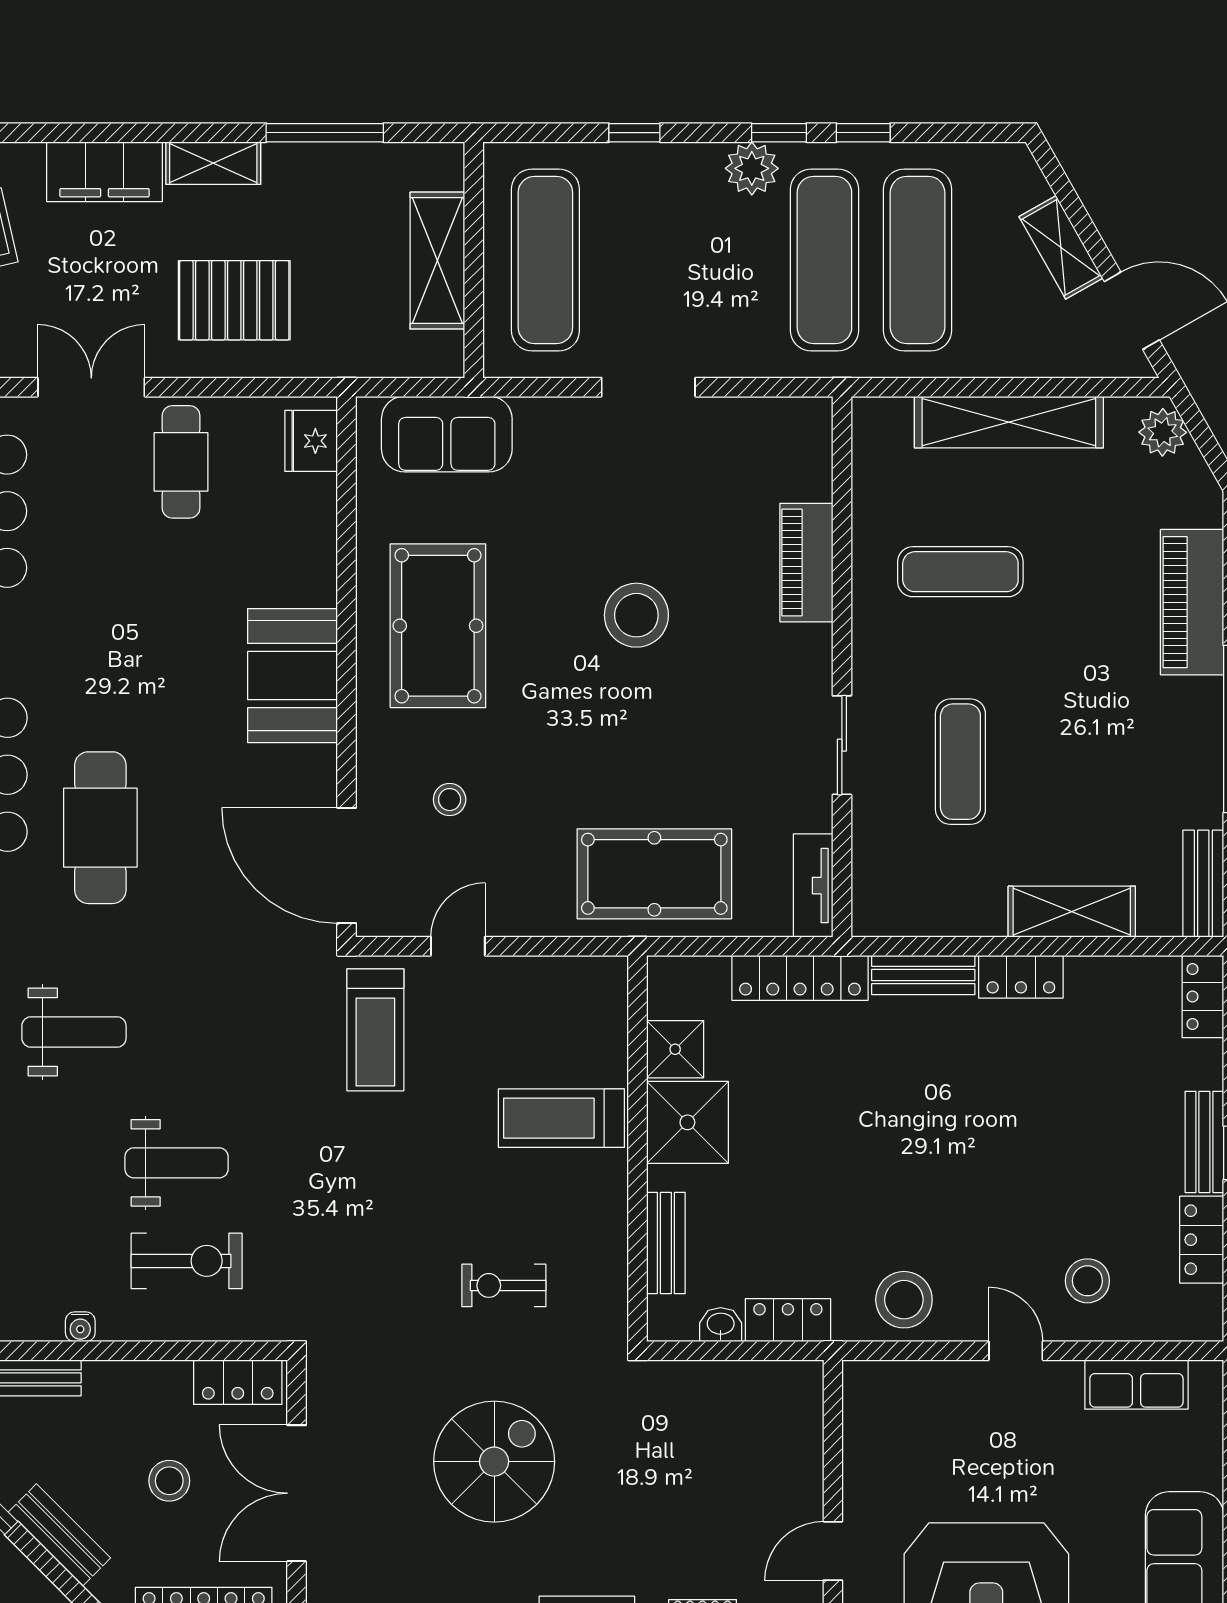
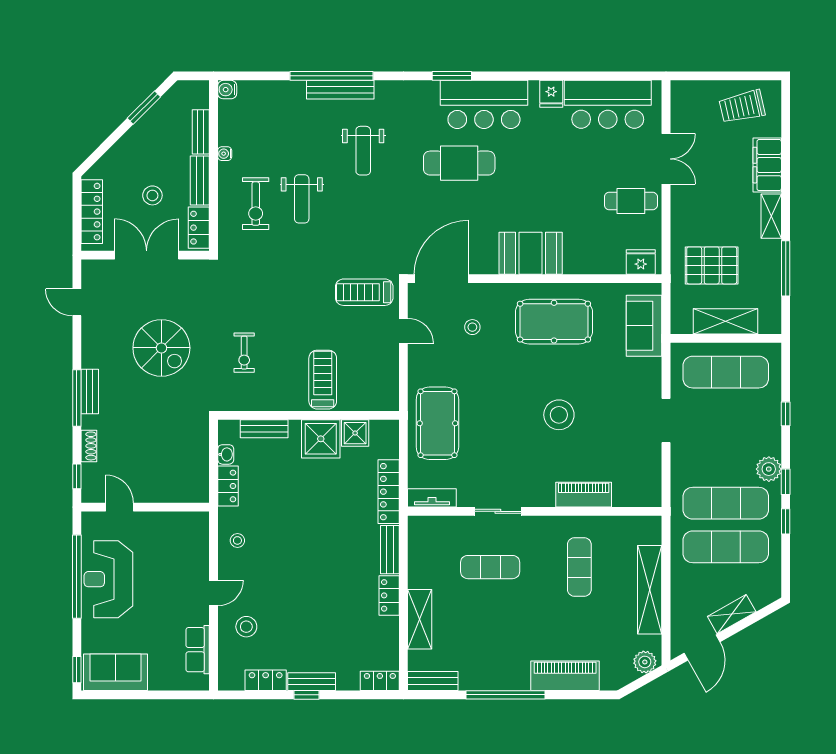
pallet: (234, 300) -> (712, 265), moved, turned 90
exercise bike: (504, 1285) -> (244, 353), turned 180
stool: (904, 1300) -> (237, 540), width x0.53, depth x0.53
bench: (59, 1535) -> (200, 181), moved, turned -45

